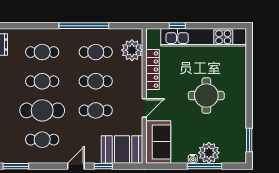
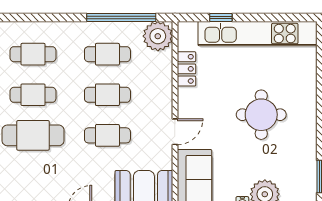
window: (84, 26) -> (121, 17), moved
plant: (132, 50) -> (158, 36), moved
locker: (153, 70) -> (187, 69), width x0.66
cafe table: (42, 140) -> (33, 176), removed

